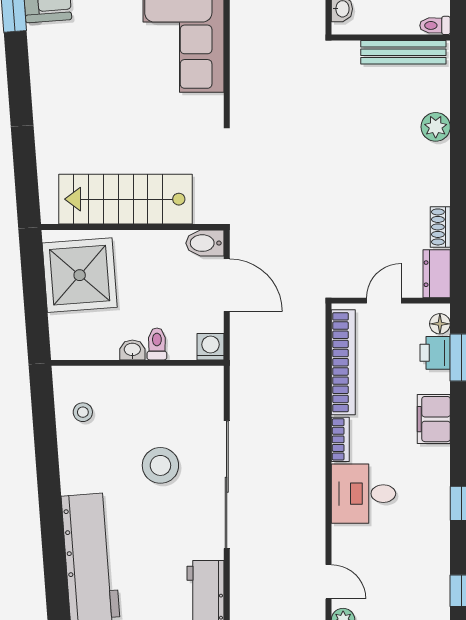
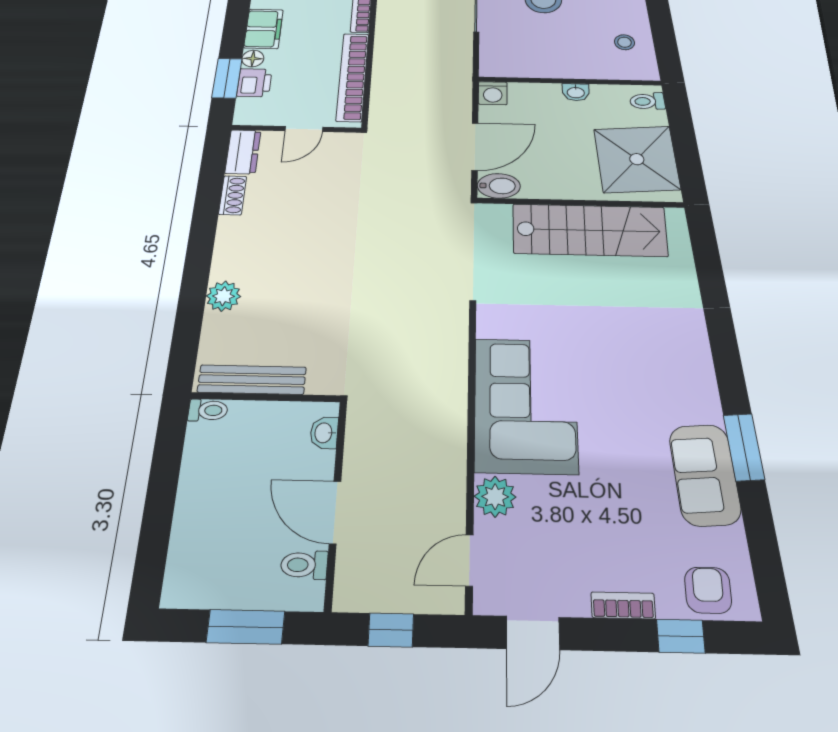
door: (227, 285) -> (475, 147), swing flipped
floor lamp: (440, 324) -> (253, 59), moved
toilet: (157, 344) -> (647, 101), moved, turned 86

